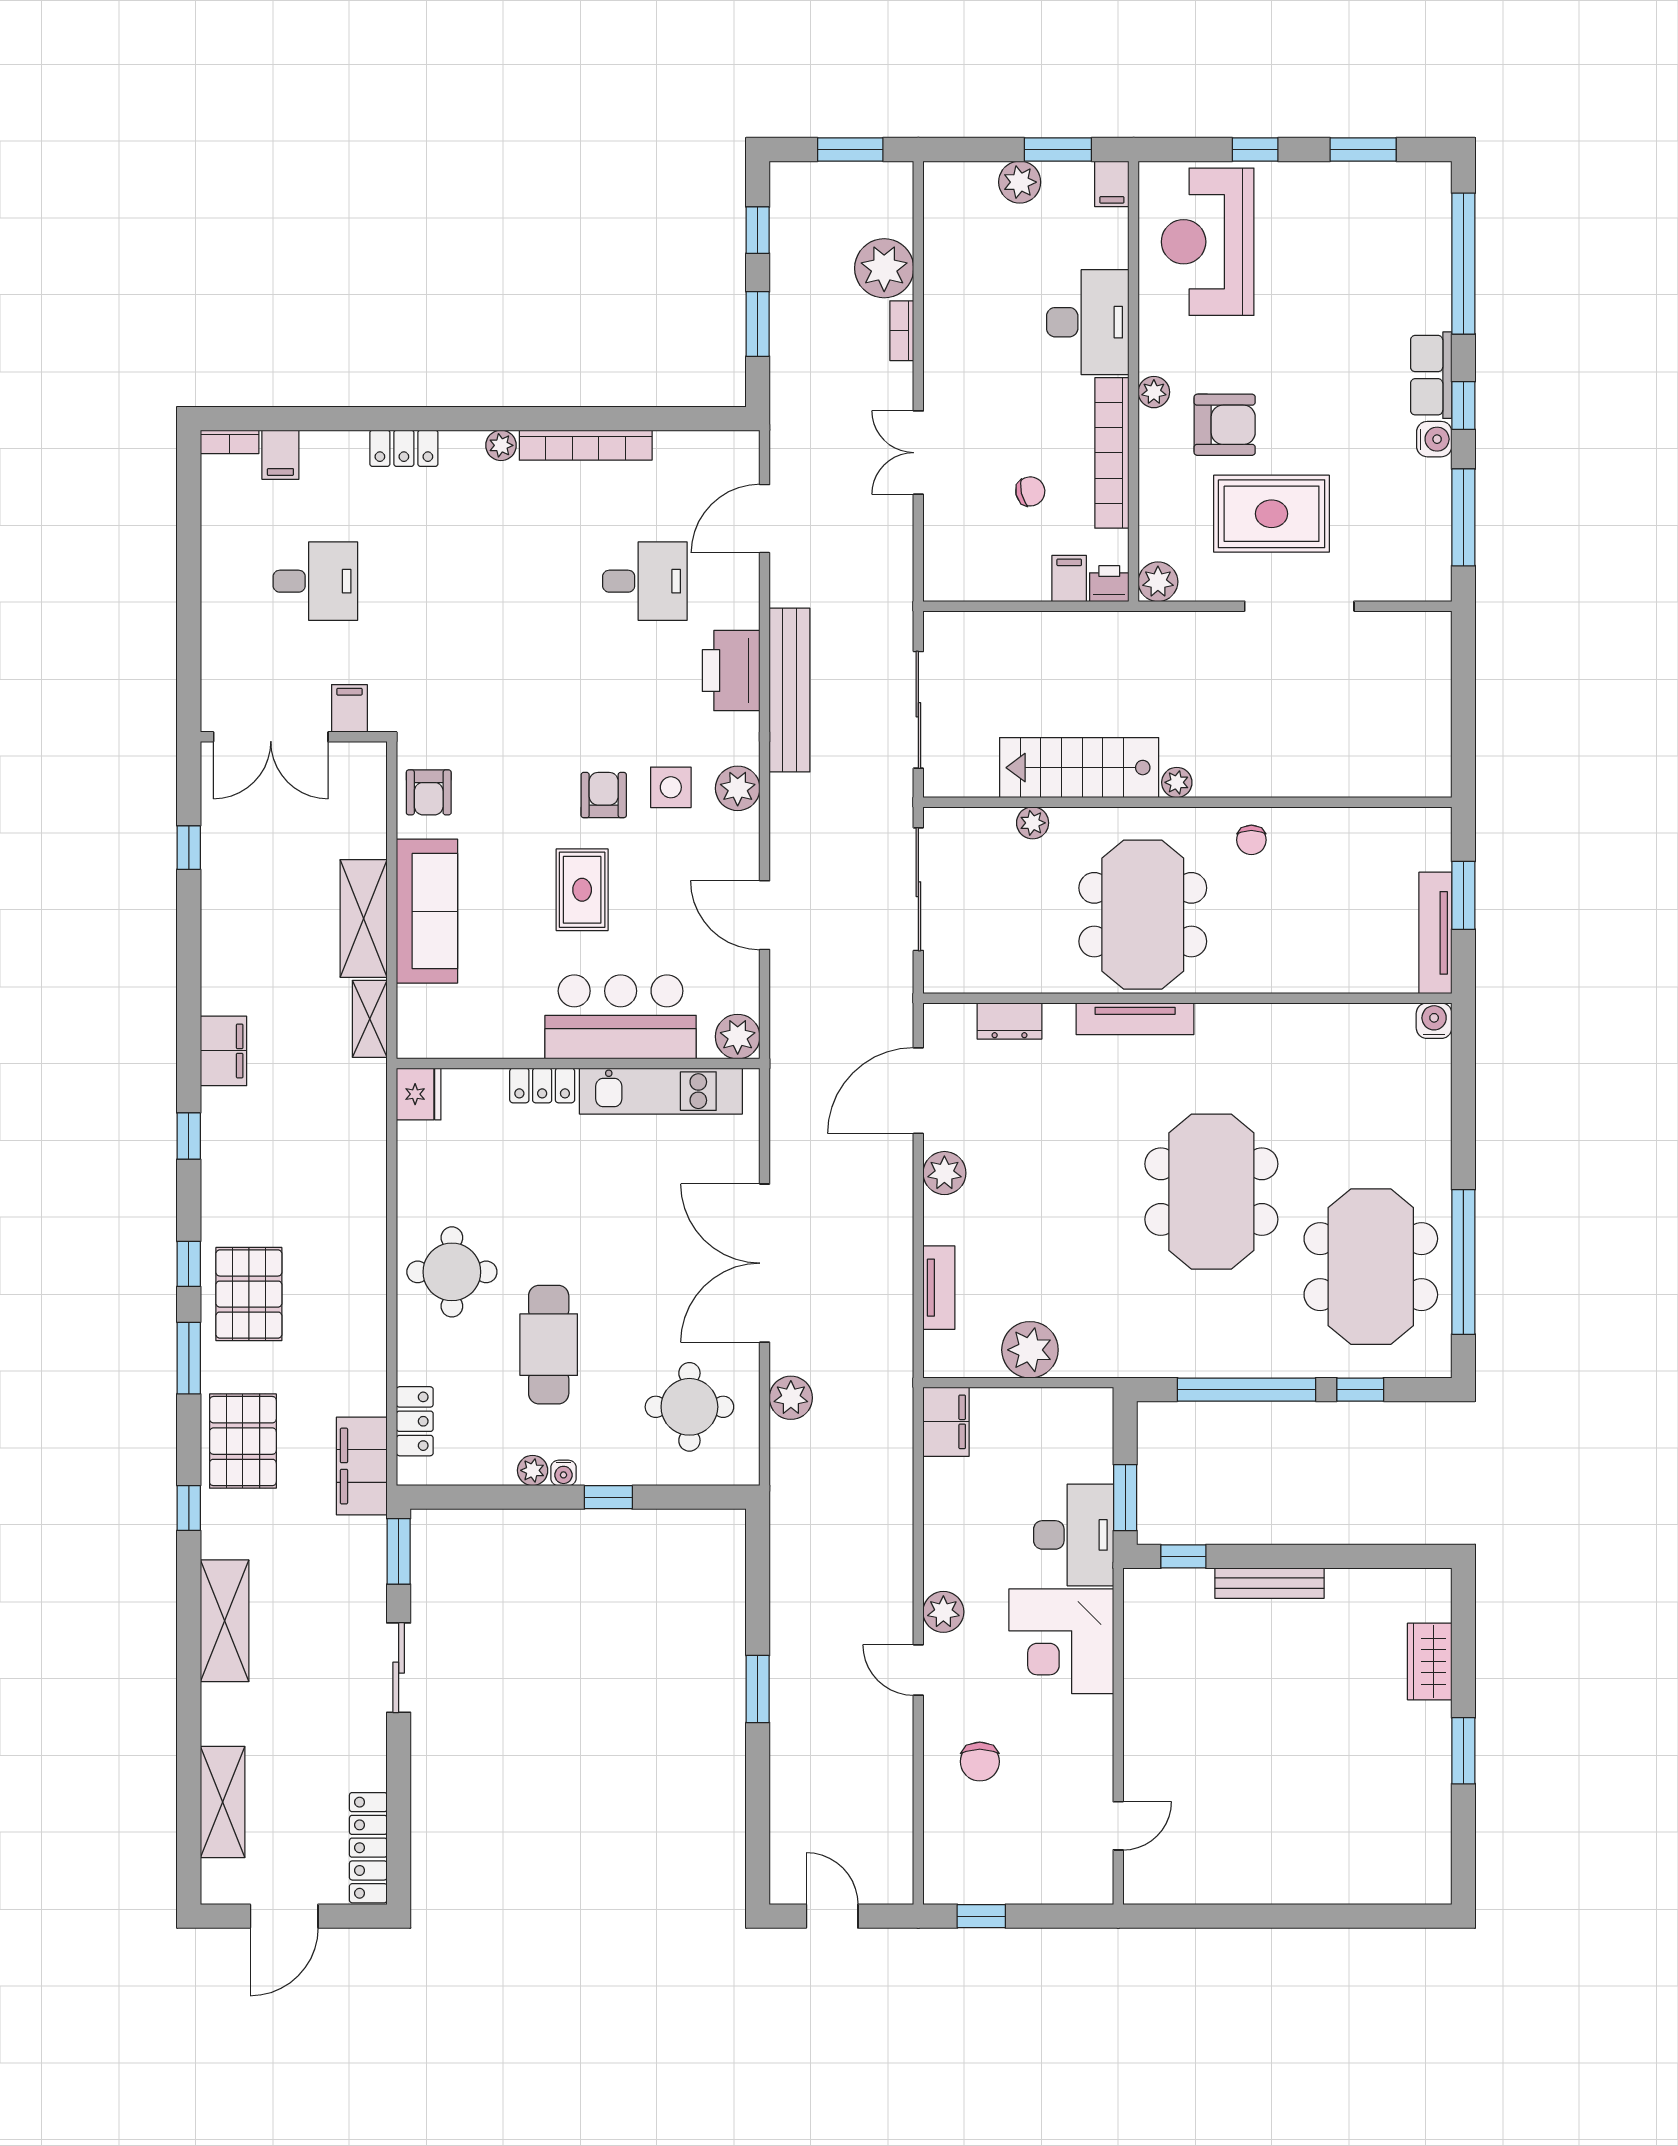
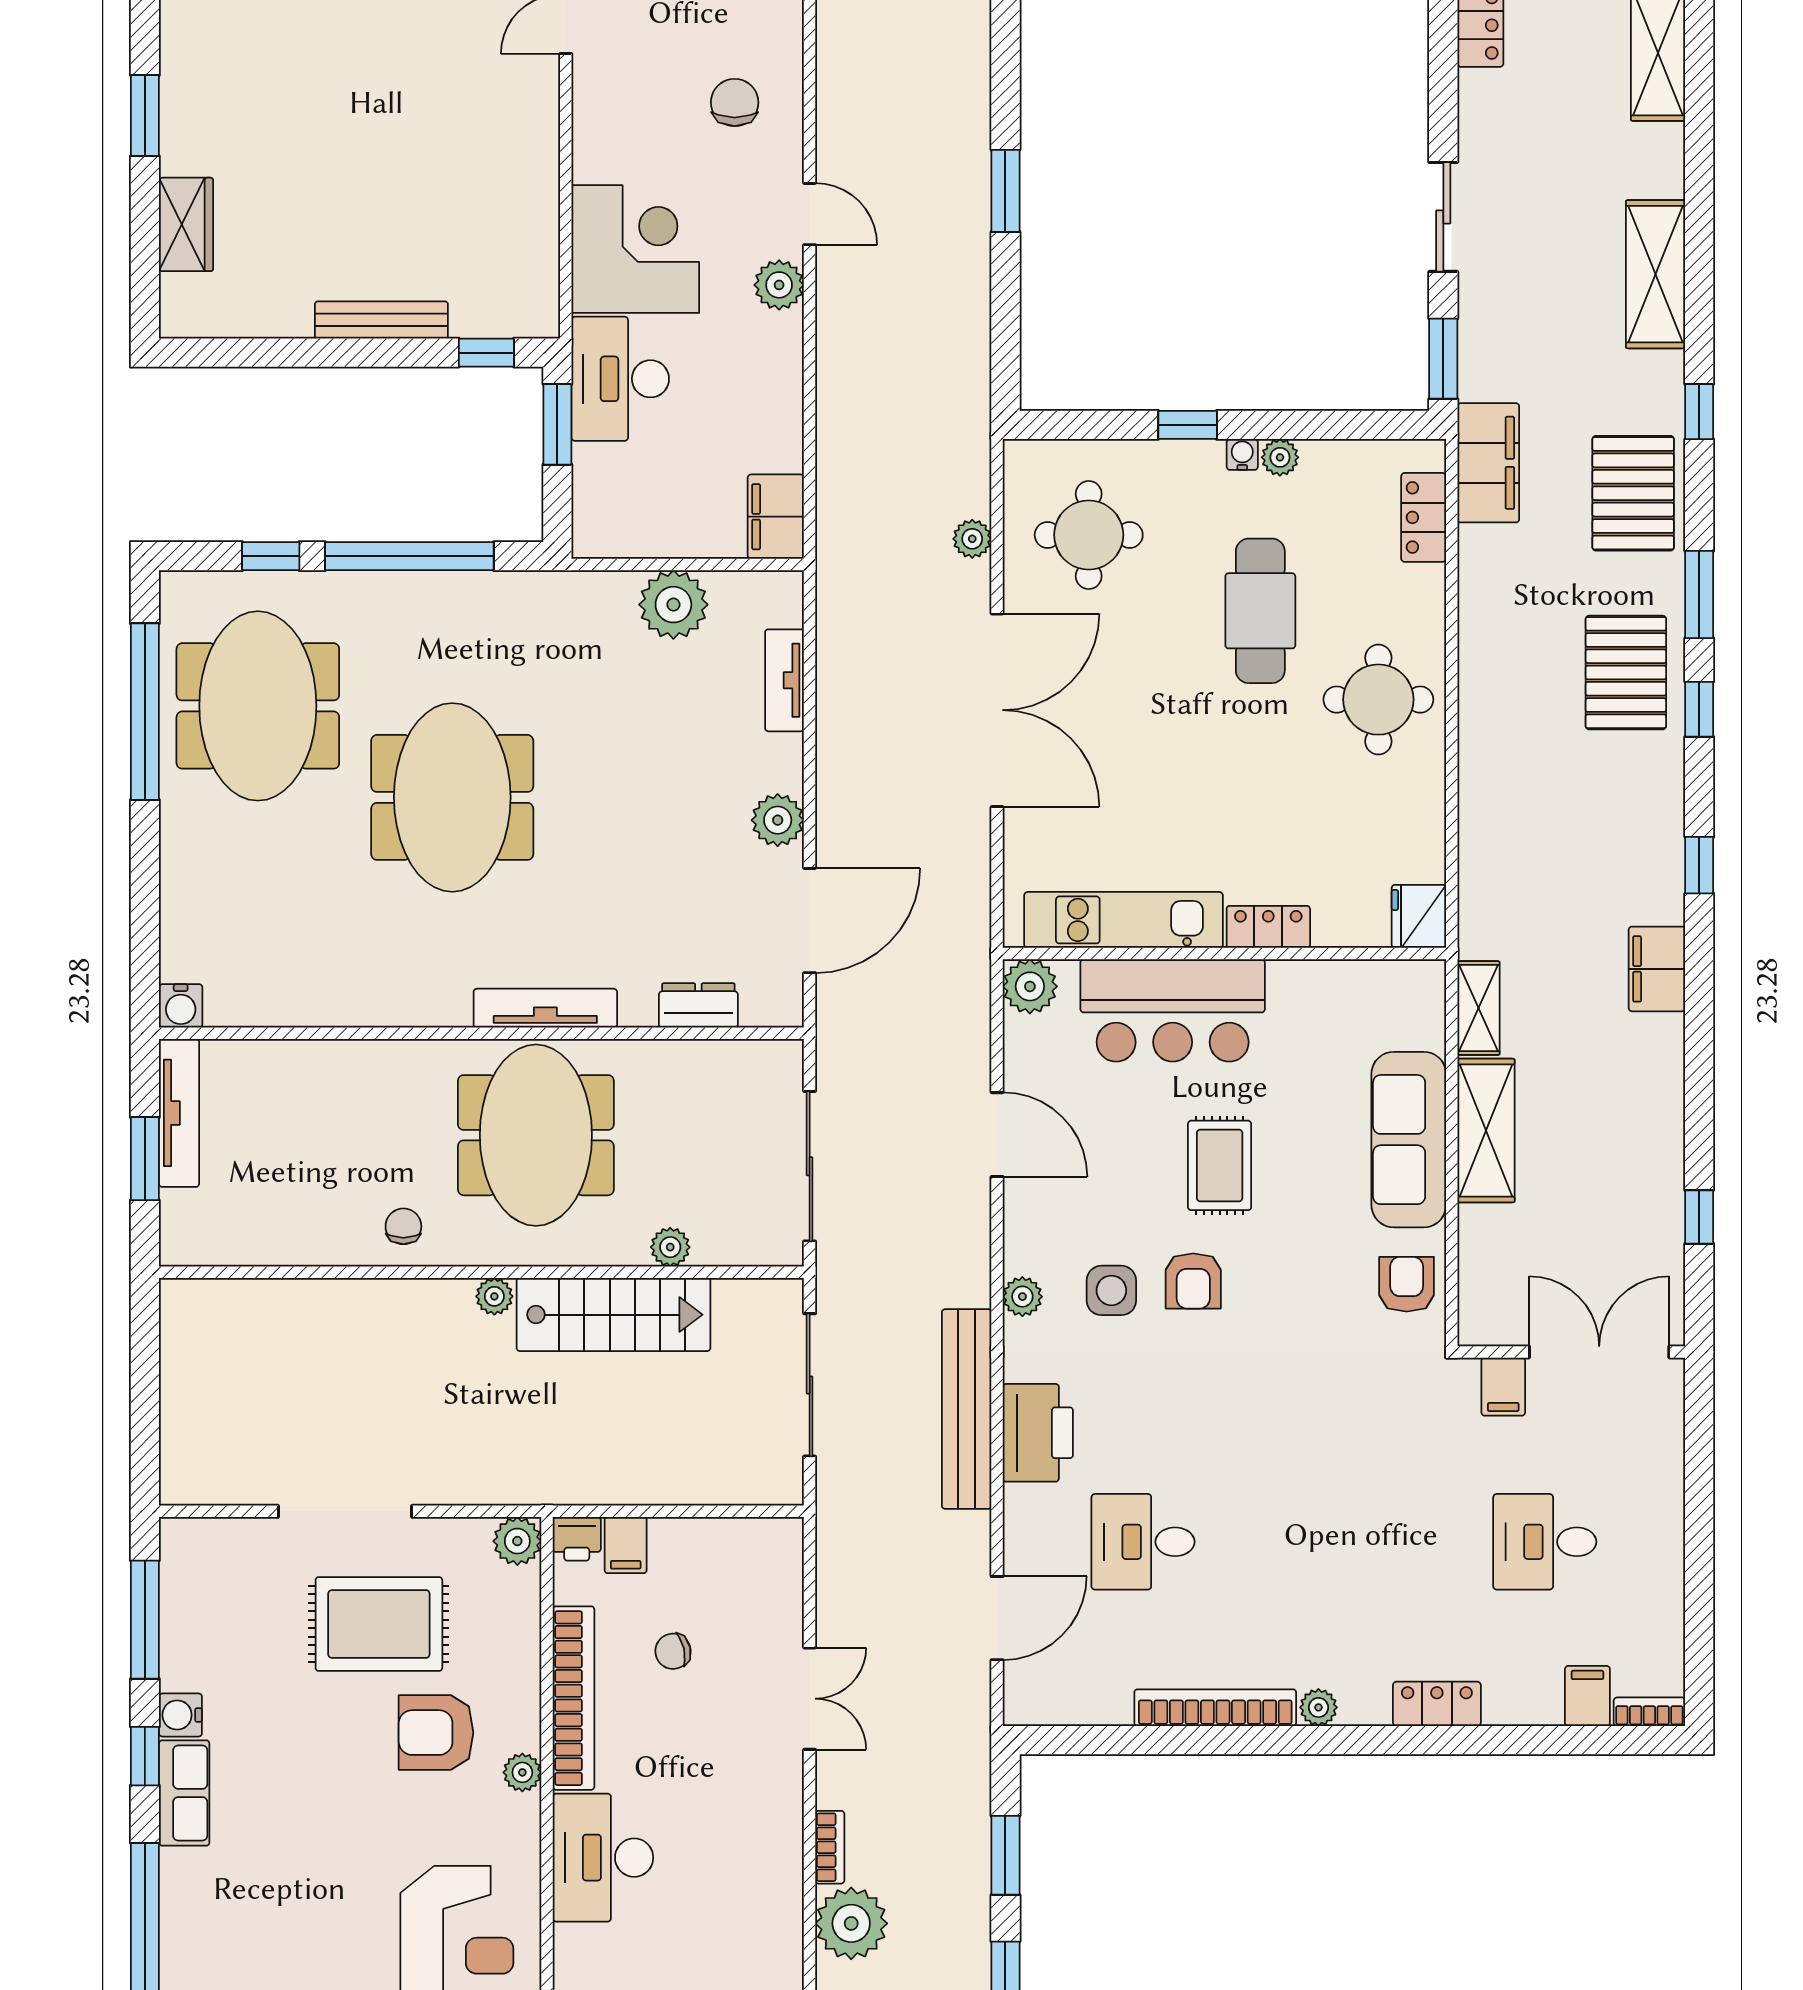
plant: (738, 788) -> (1022, 1297), width x0.73, depth x0.73
plant: (791, 1398) -> (972, 539), width x0.73, depth x0.73

